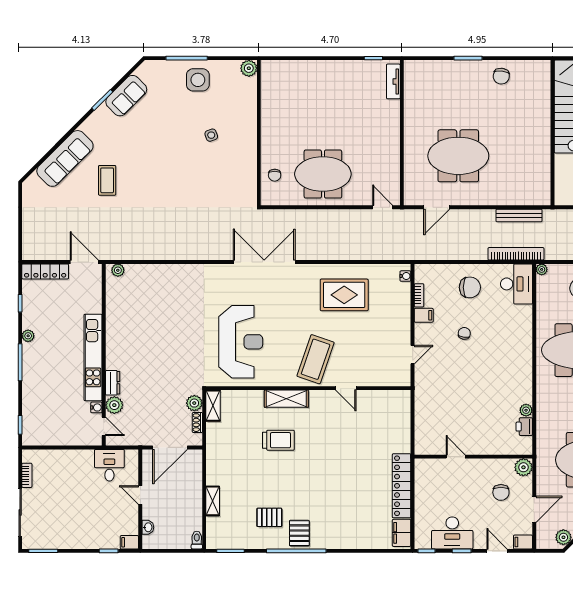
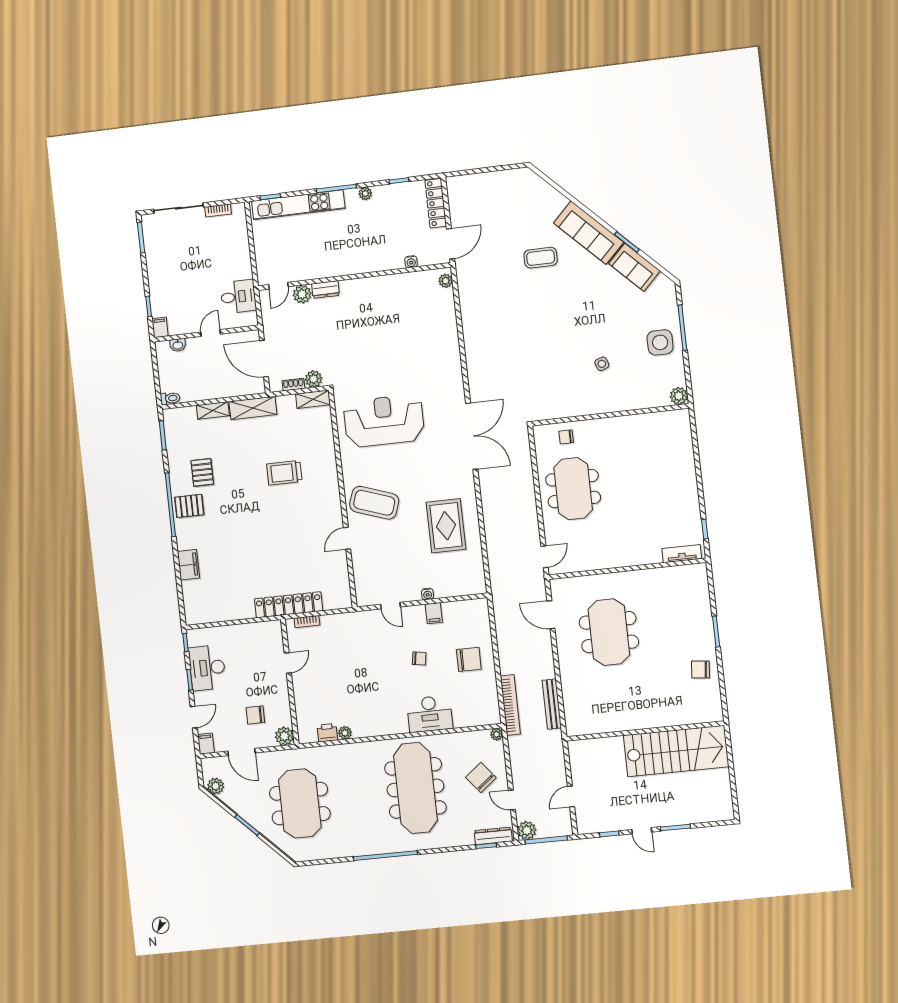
sofa: (65, 158) -> (589, 233), moved
water cooler: (405, 276) -> (428, 594), moved
desk: (516, 284) -> (430, 714), moved
chair: (470, 287) -> (469, 659), turned -90
bookcase: (419, 295) -> (307, 622), moved
reception desk: (241, 342) -> (384, 421), turned 180
kitchen unit: (93, 357) -> (298, 205), moved, turned 180
shelving: (286, 399) -> (253, 408), moved, turned 90
water cooler: (96, 407) -> (411, 262), moved
trolley: (278, 440) -> (284, 473), turned 90
locker: (402, 486) -> (289, 605), moved
filing cabinet: (402, 533) -> (189, 565), moved, turned 90

